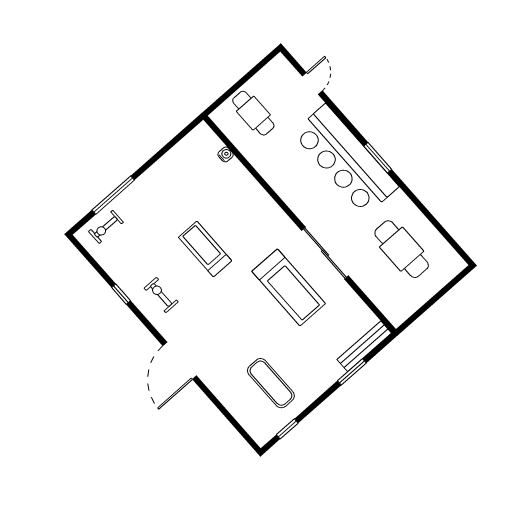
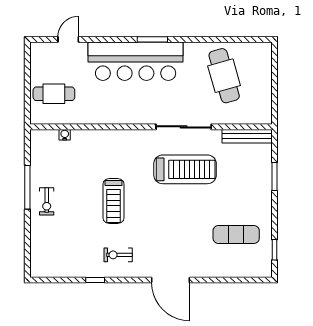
door: (312, 83) -> (68, 39), hinge flipped
window: (113, 195) -> (27, 187), moved
exercise bike: (106, 227) -> (47, 201), moved
treadmill: (205, 249) -> (113, 201), turned -90
cafe table: (402, 249) -> (224, 76), turned 74
bench: (364, 346) -> (247, 136), moved, turned 90

